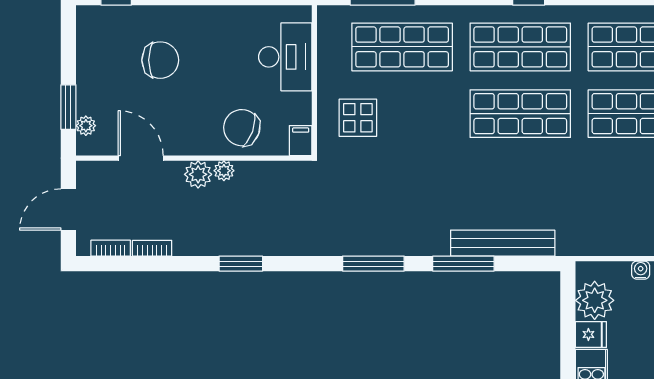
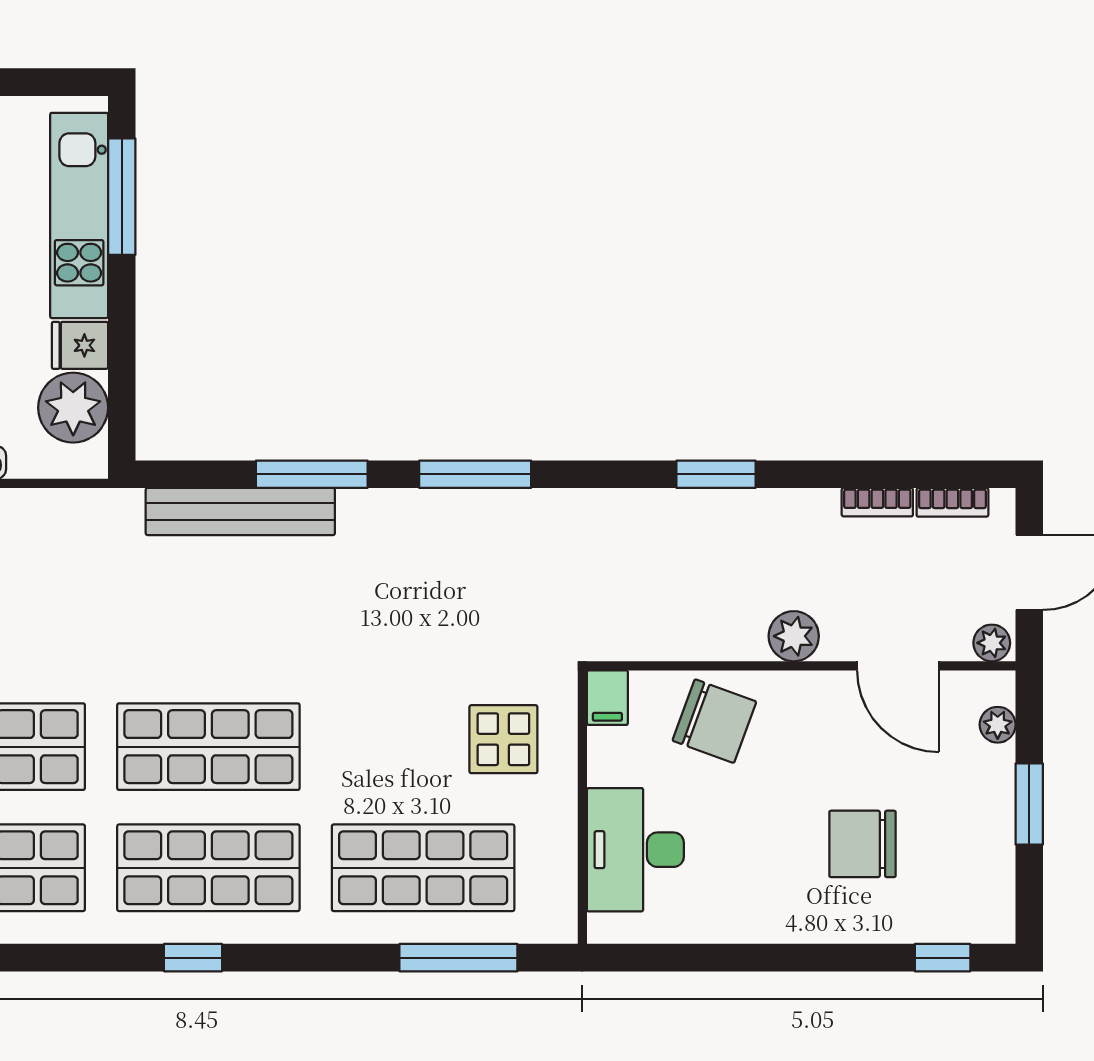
window: (68, 107) -> (1029, 804), moved
plant: (224, 171) -> (992, 643), moved

